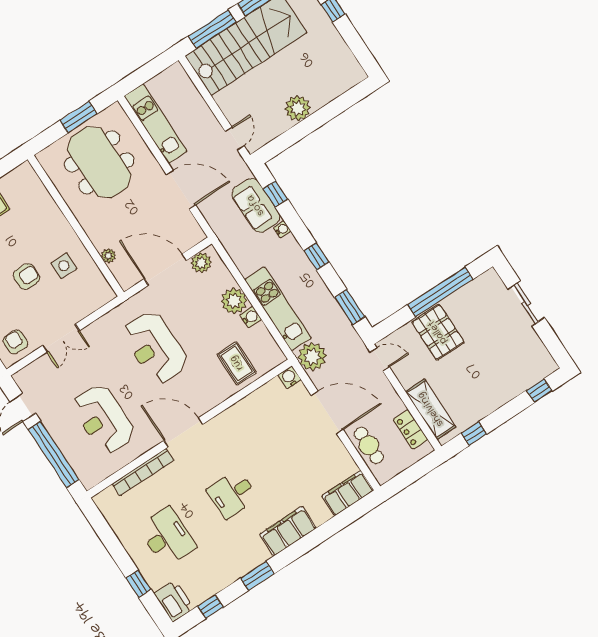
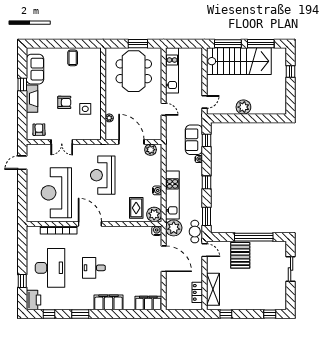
door: (181, 190) -> (164, 109), width x0.53
plant: (234, 301) -> (154, 214), moved
reception desk: (103, 419) -> (56, 193), width x1.36, depth x1.30
cafe table: (369, 445) -> (195, 232), moved
window: (54, 454) -> (22, 194), removed
desk: (167, 537) -> (50, 268), width x1.36, depth x1.30

